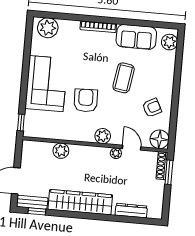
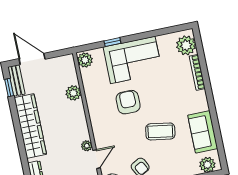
bookcase: (98, 27) -> (197, 72), moved
armchair: (86, 100) -> (128, 102), turned -88
window: (21, 123) -> (112, 42), moved
plant: (103, 136) -> (85, 60), moved

